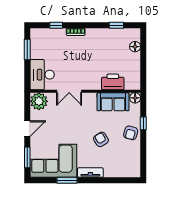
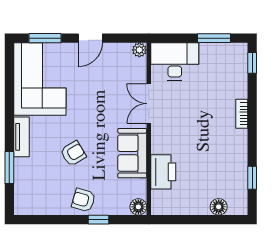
window: (56, 25) -> (252, 63), moved
plant: (39, 101) -> (139, 50), width x0.53, depth x0.53
sofa: (113, 102) -> (132, 153), moved
door: (27, 129) -> (90, 38), hinge flipped
window: (67, 180) -> (9, 168), moved

